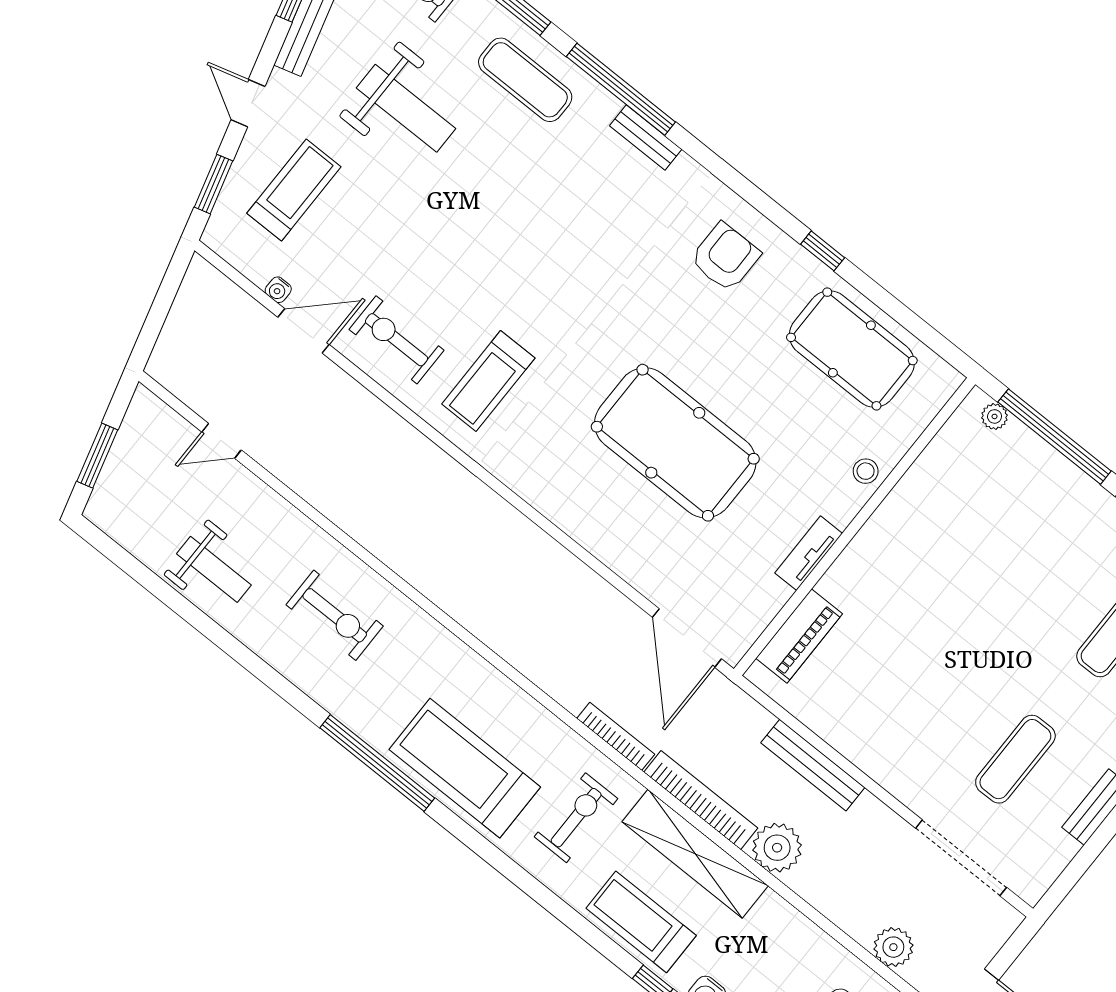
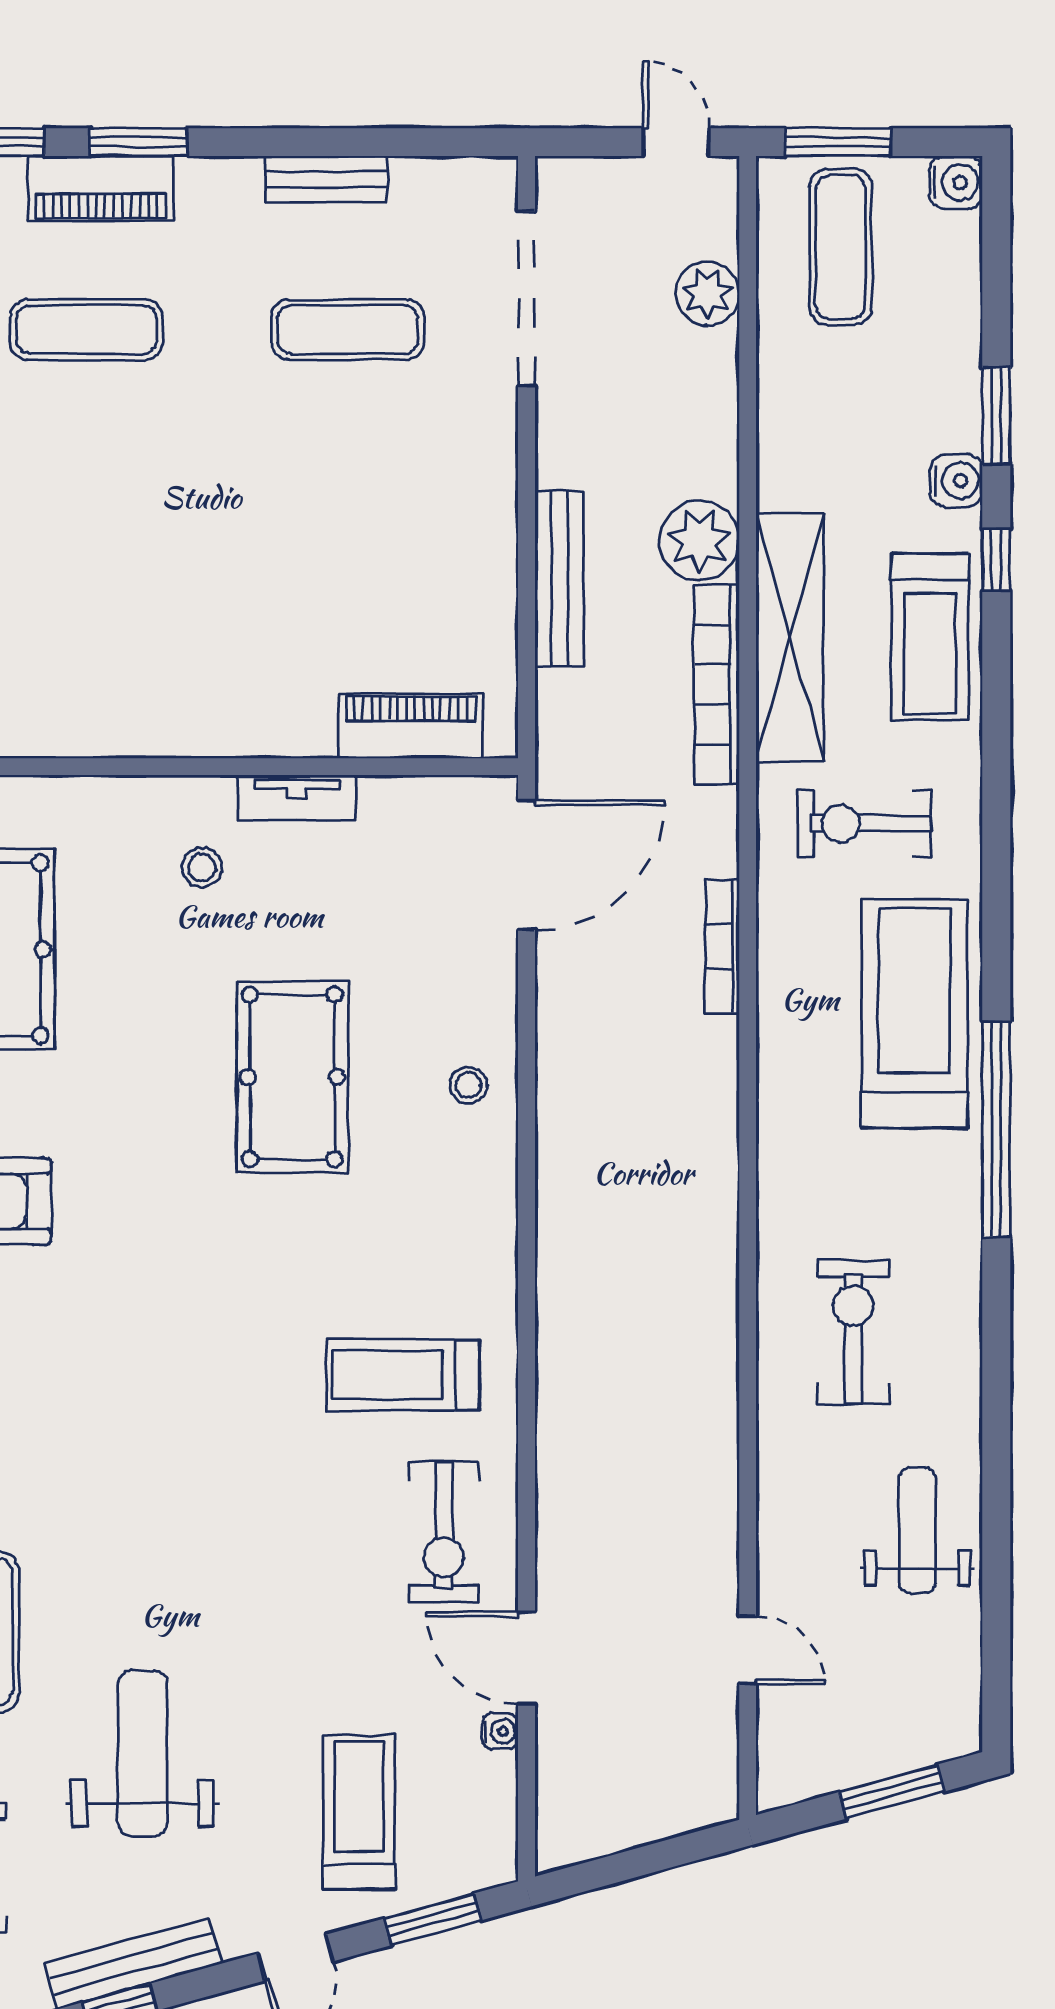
treadmill: (294, 190) -> (359, 1812), turned 90
treadmill: (488, 381) -> (403, 1375), turned 180
pool table: (675, 443) -> (292, 1077), width x0.73, depth x0.76
stool: (866, 471) -> (202, 868), moved
stool: (603, 525) -> (468, 1085), added
bookcase: (616, 736) -> (722, 946), moved
treadmill: (465, 768) -> (914, 1014), turned 180

